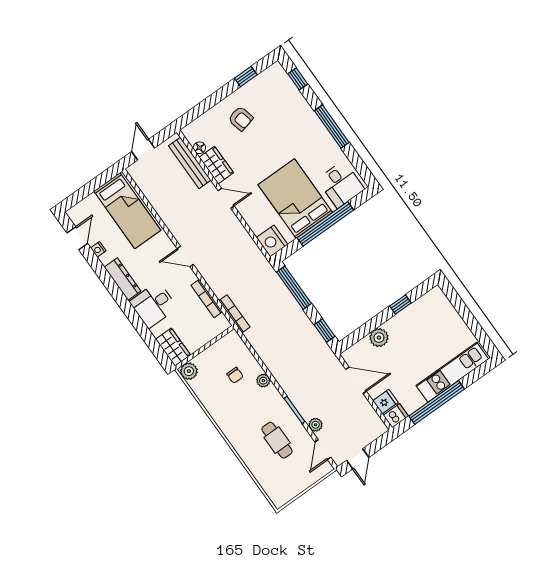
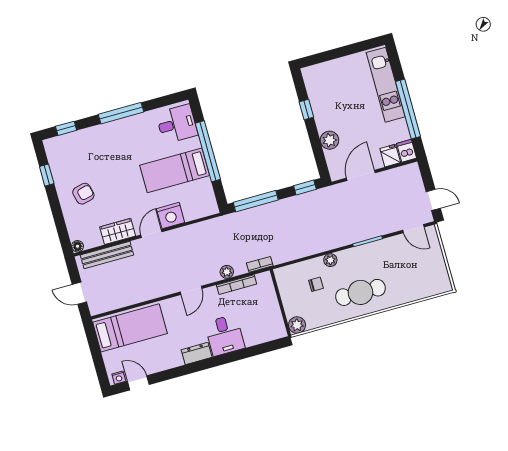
floor lamp: (199, 148) -> (78, 246), moved
bed: (295, 199) -> (175, 170), width x0.67
nightstand: (272, 241) -> (171, 216), moved
nightstand: (98, 249) -> (119, 378), moved
dresser: (122, 279) -> (197, 353), width x0.70
bookcase: (234, 314) -> (260, 264), width x0.64
wardrobe: (173, 347) -> (270, 332), removed
plant: (316, 425) -> (227, 272), moved
cafe table: (277, 440) -> (360, 292), moved, width x1.37, depth x1.35

